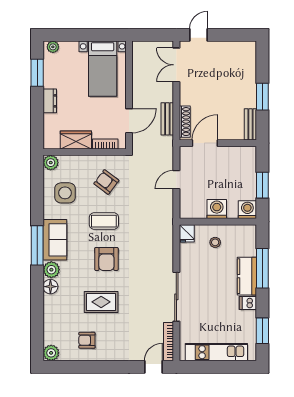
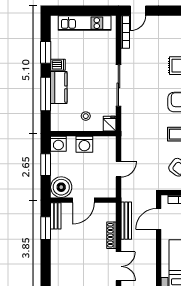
window: (262, 97) -> (46, 228), moved
bench: (167, 119) -> (126, 221), width x1.36
shoe rack: (185, 122) -> (111, 235), moved
door: (205, 143) -> (83, 200), moved
boiler: (244, 158) -> (61, 187), added
sliding door: (176, 297) -> (118, 85), moved
window: (262, 331) -> (46, 52), moved

